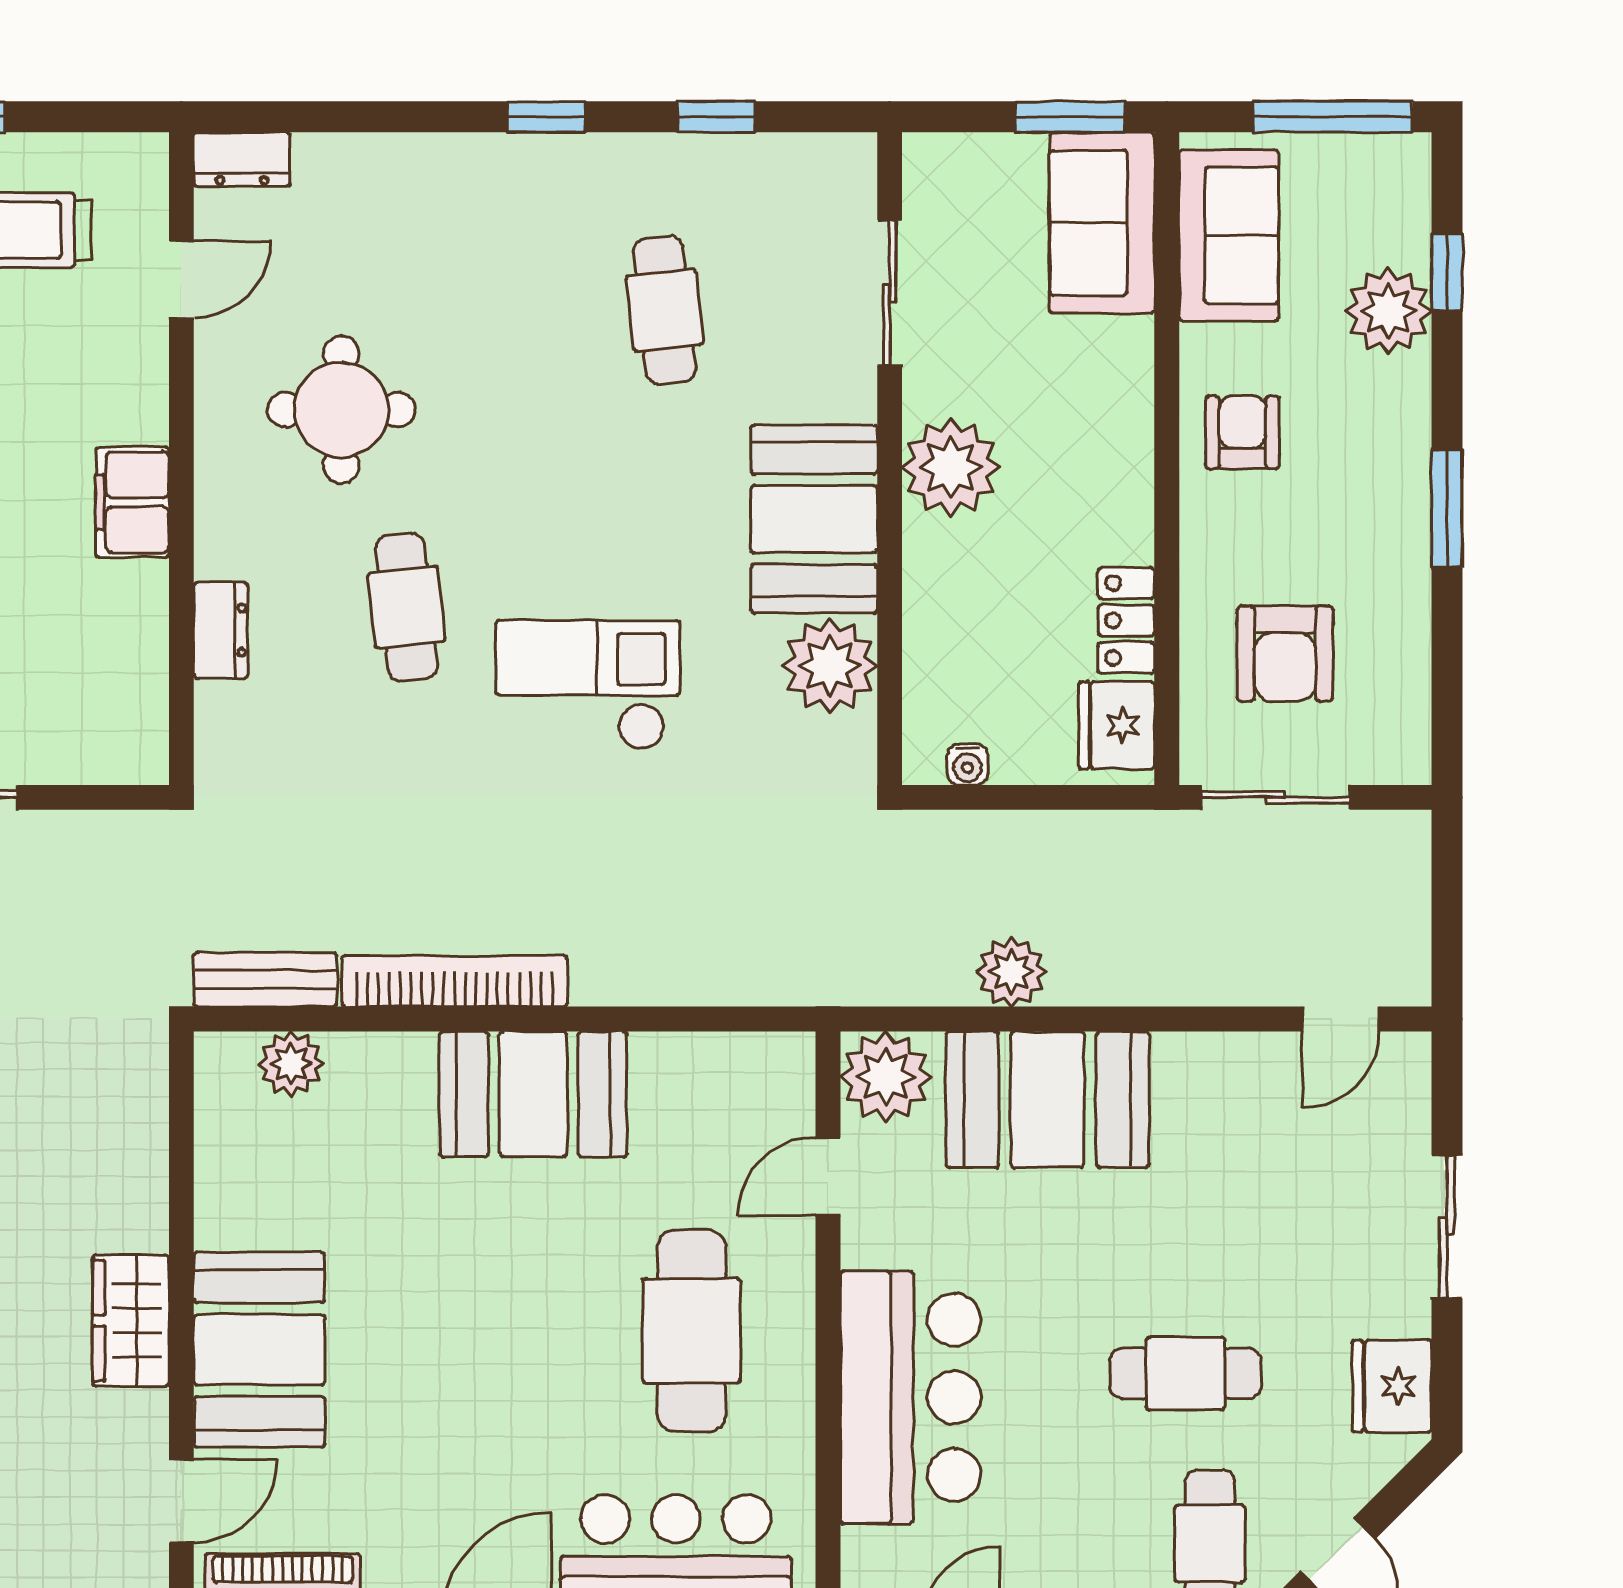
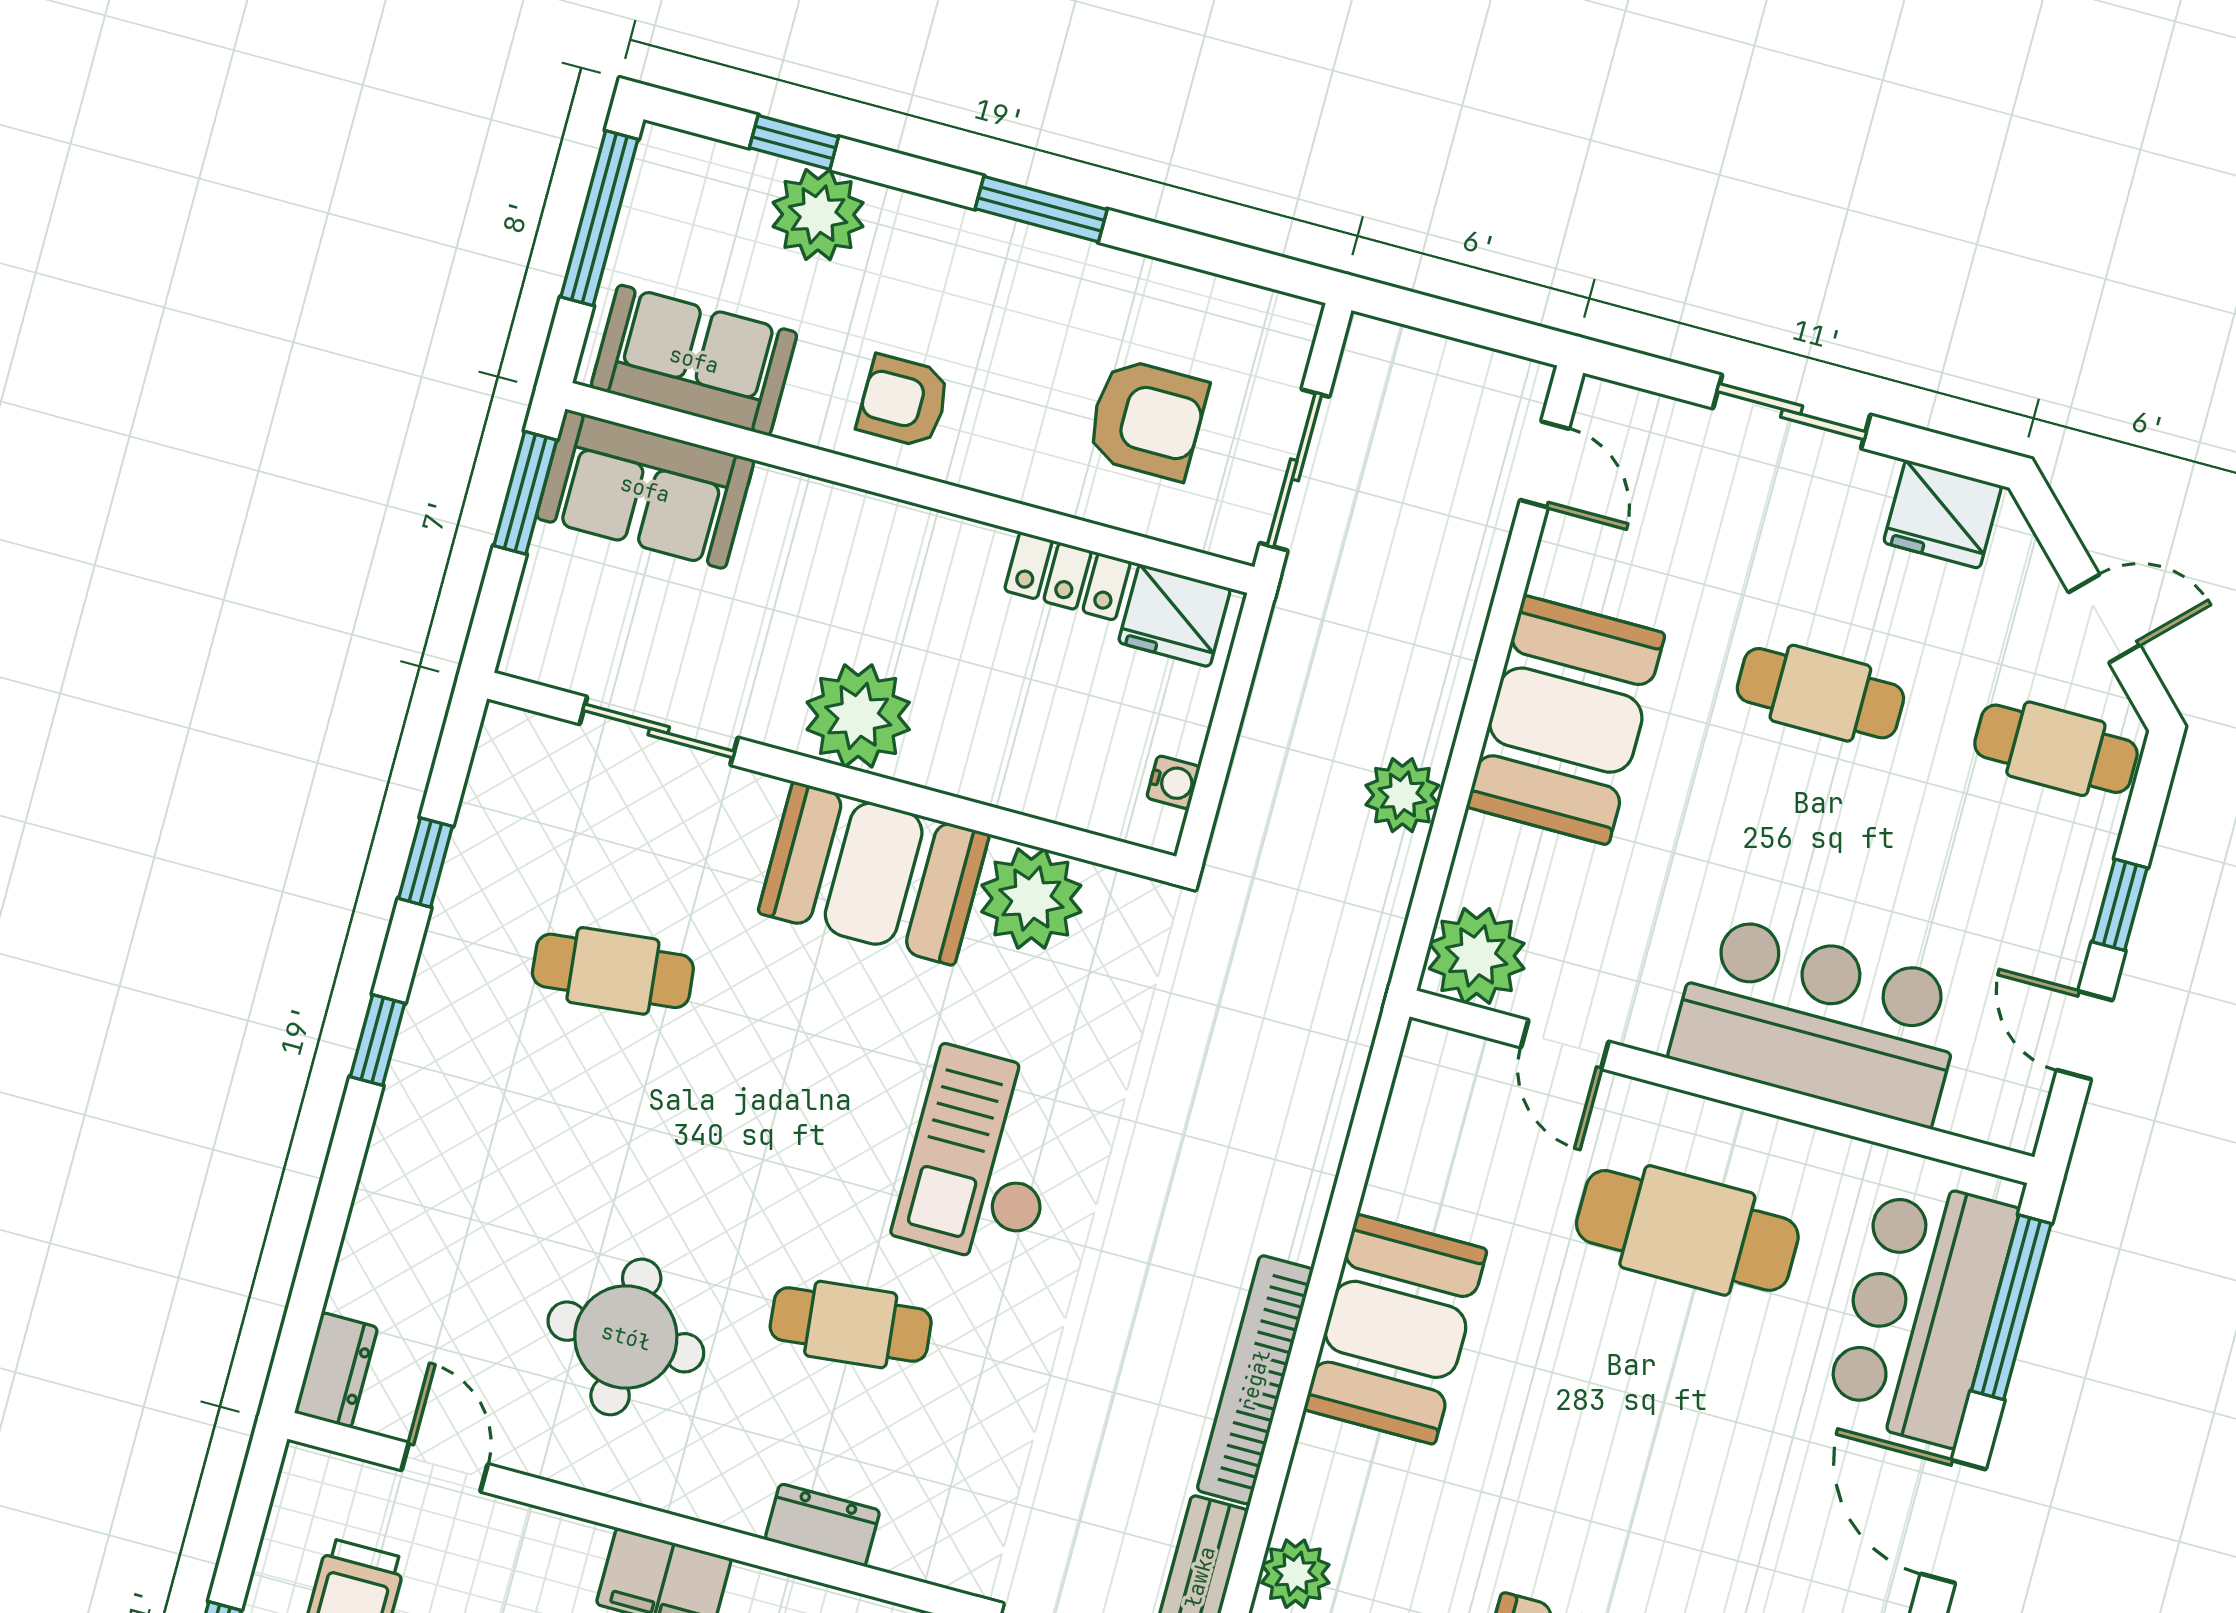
booth: (1047, 1100) -> (1566, 720), moved
cafe table: (1185, 1373) -> (1820, 693), moved, turned 90

